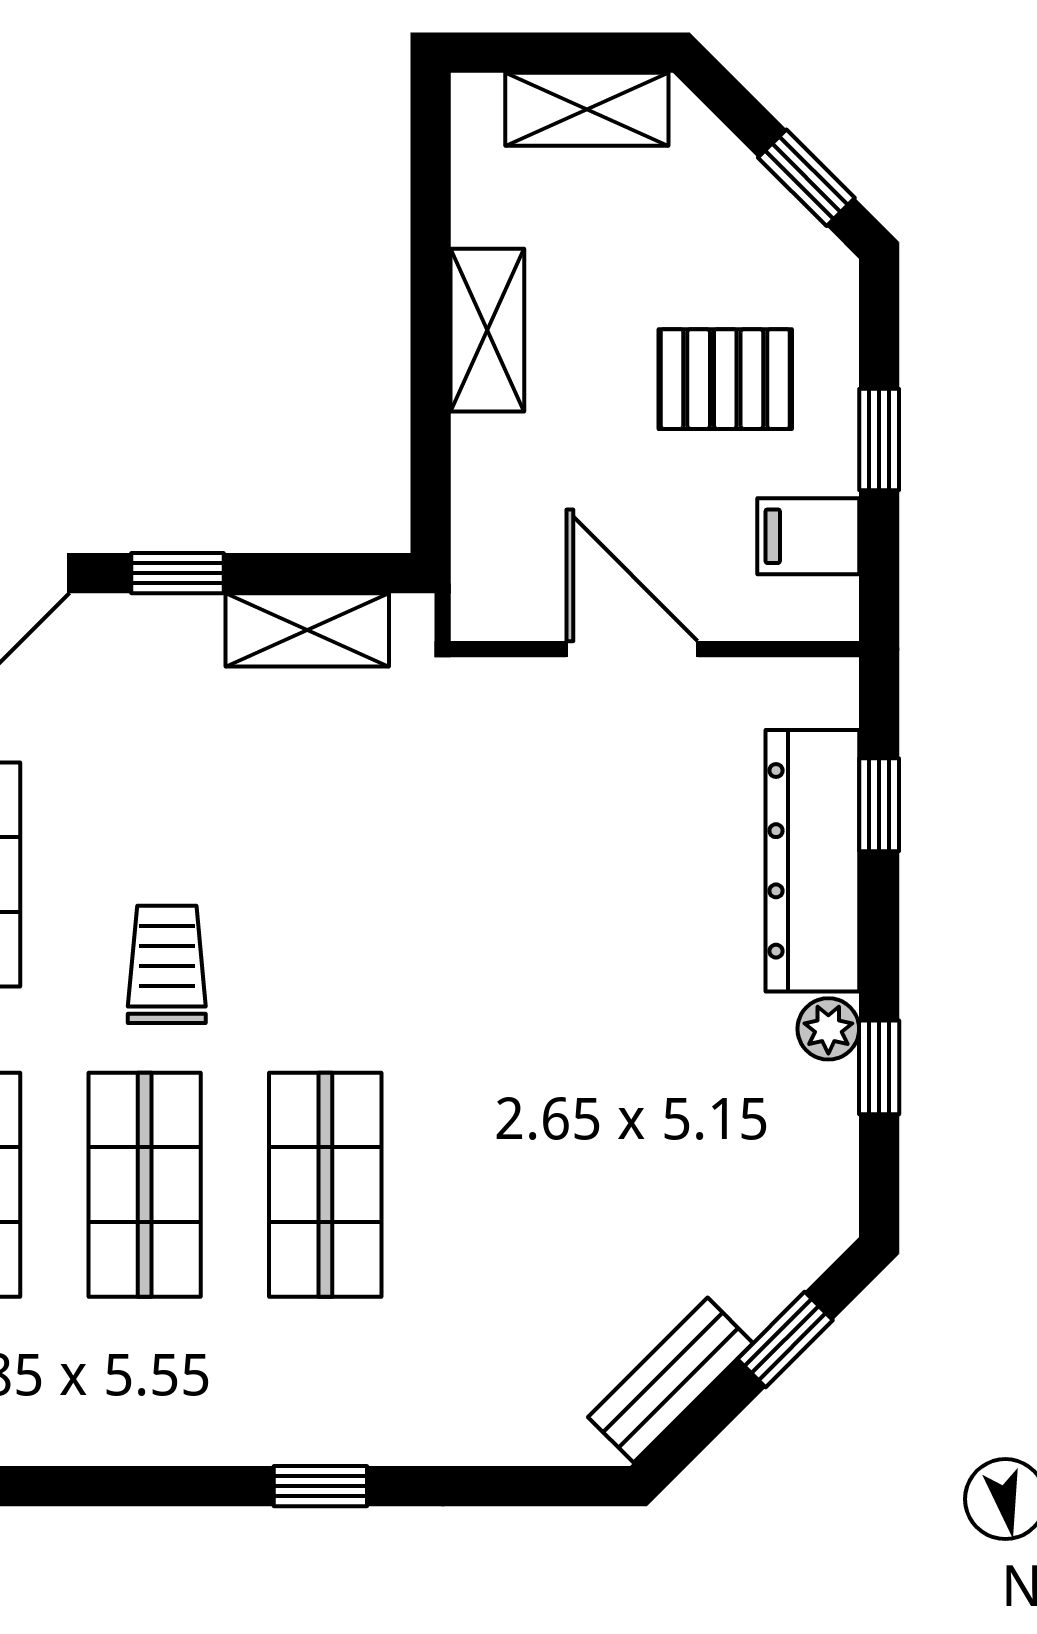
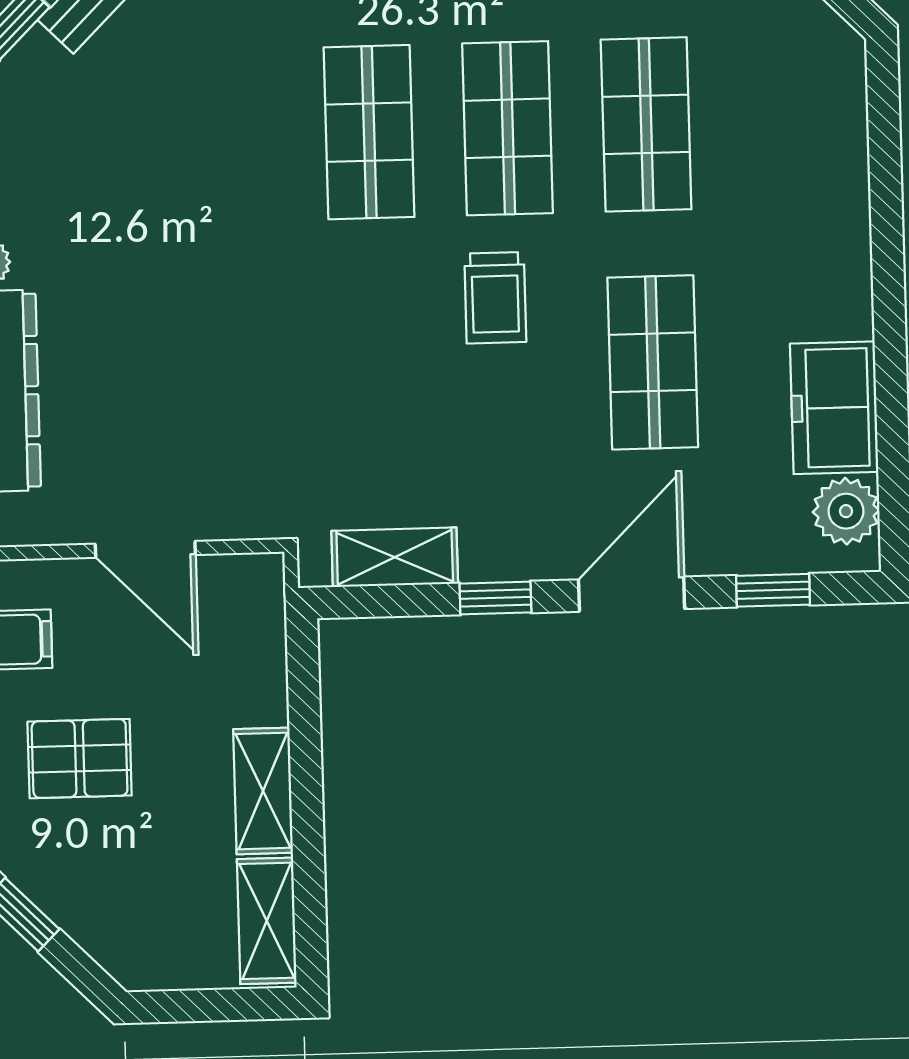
shelving: (587, 109) -> (267, 921), moved, turned 90

